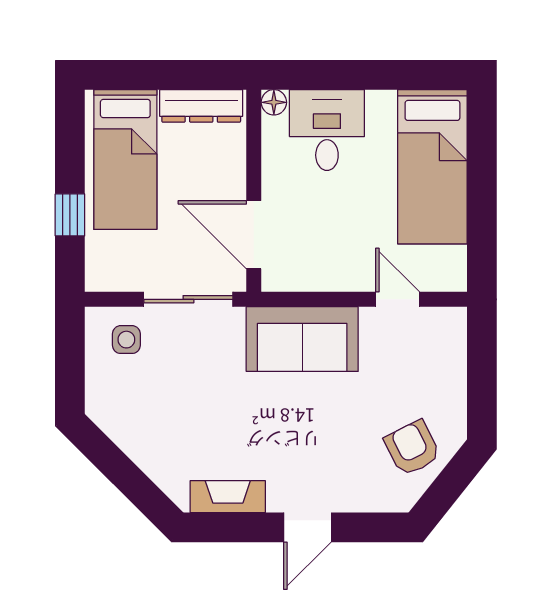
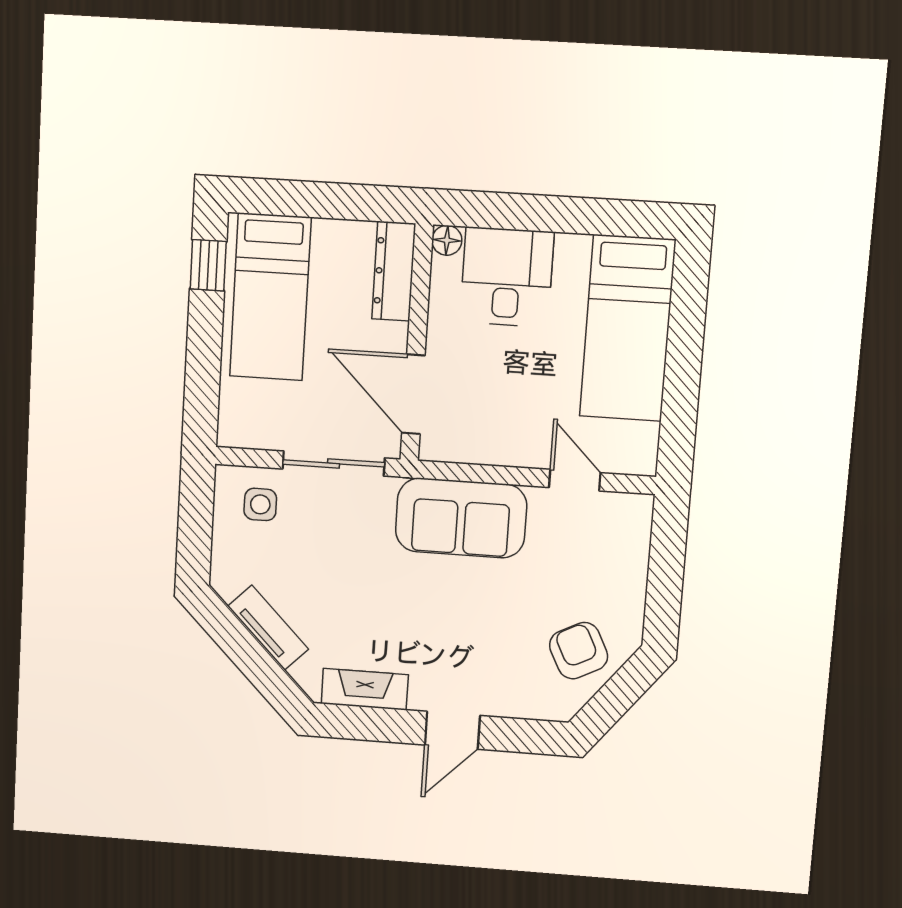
dresser: (201, 106) -> (394, 271), moved, turned 90
window: (70, 215) -> (208, 265), moved
tv unit: (139, 448) -> (268, 628), added

